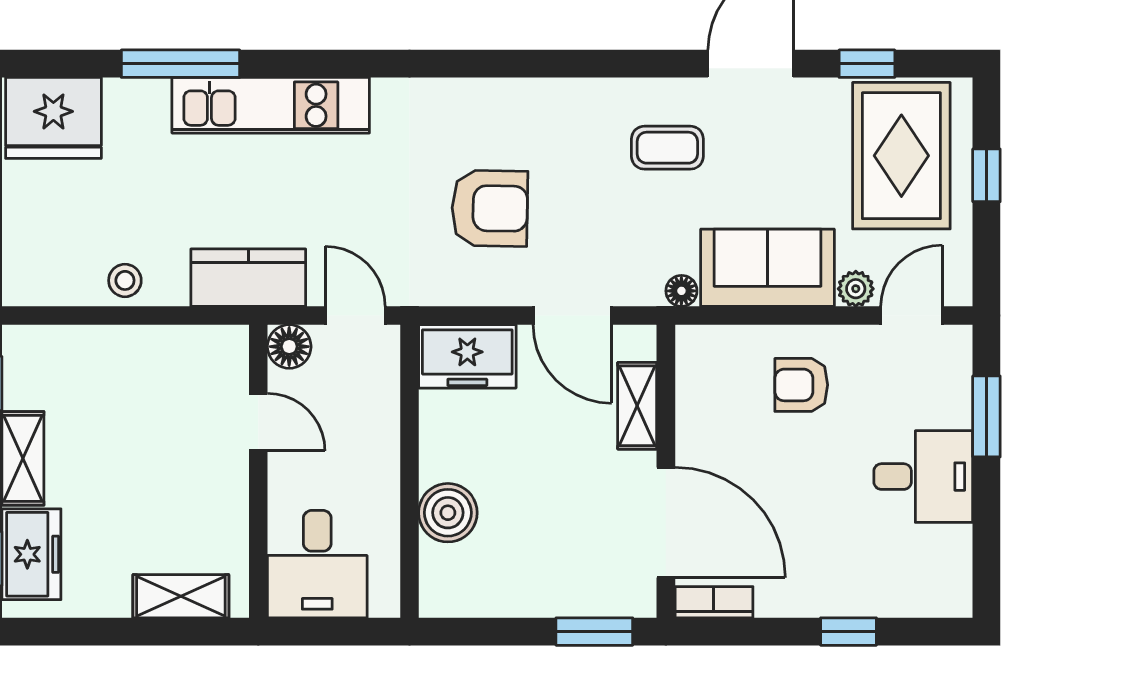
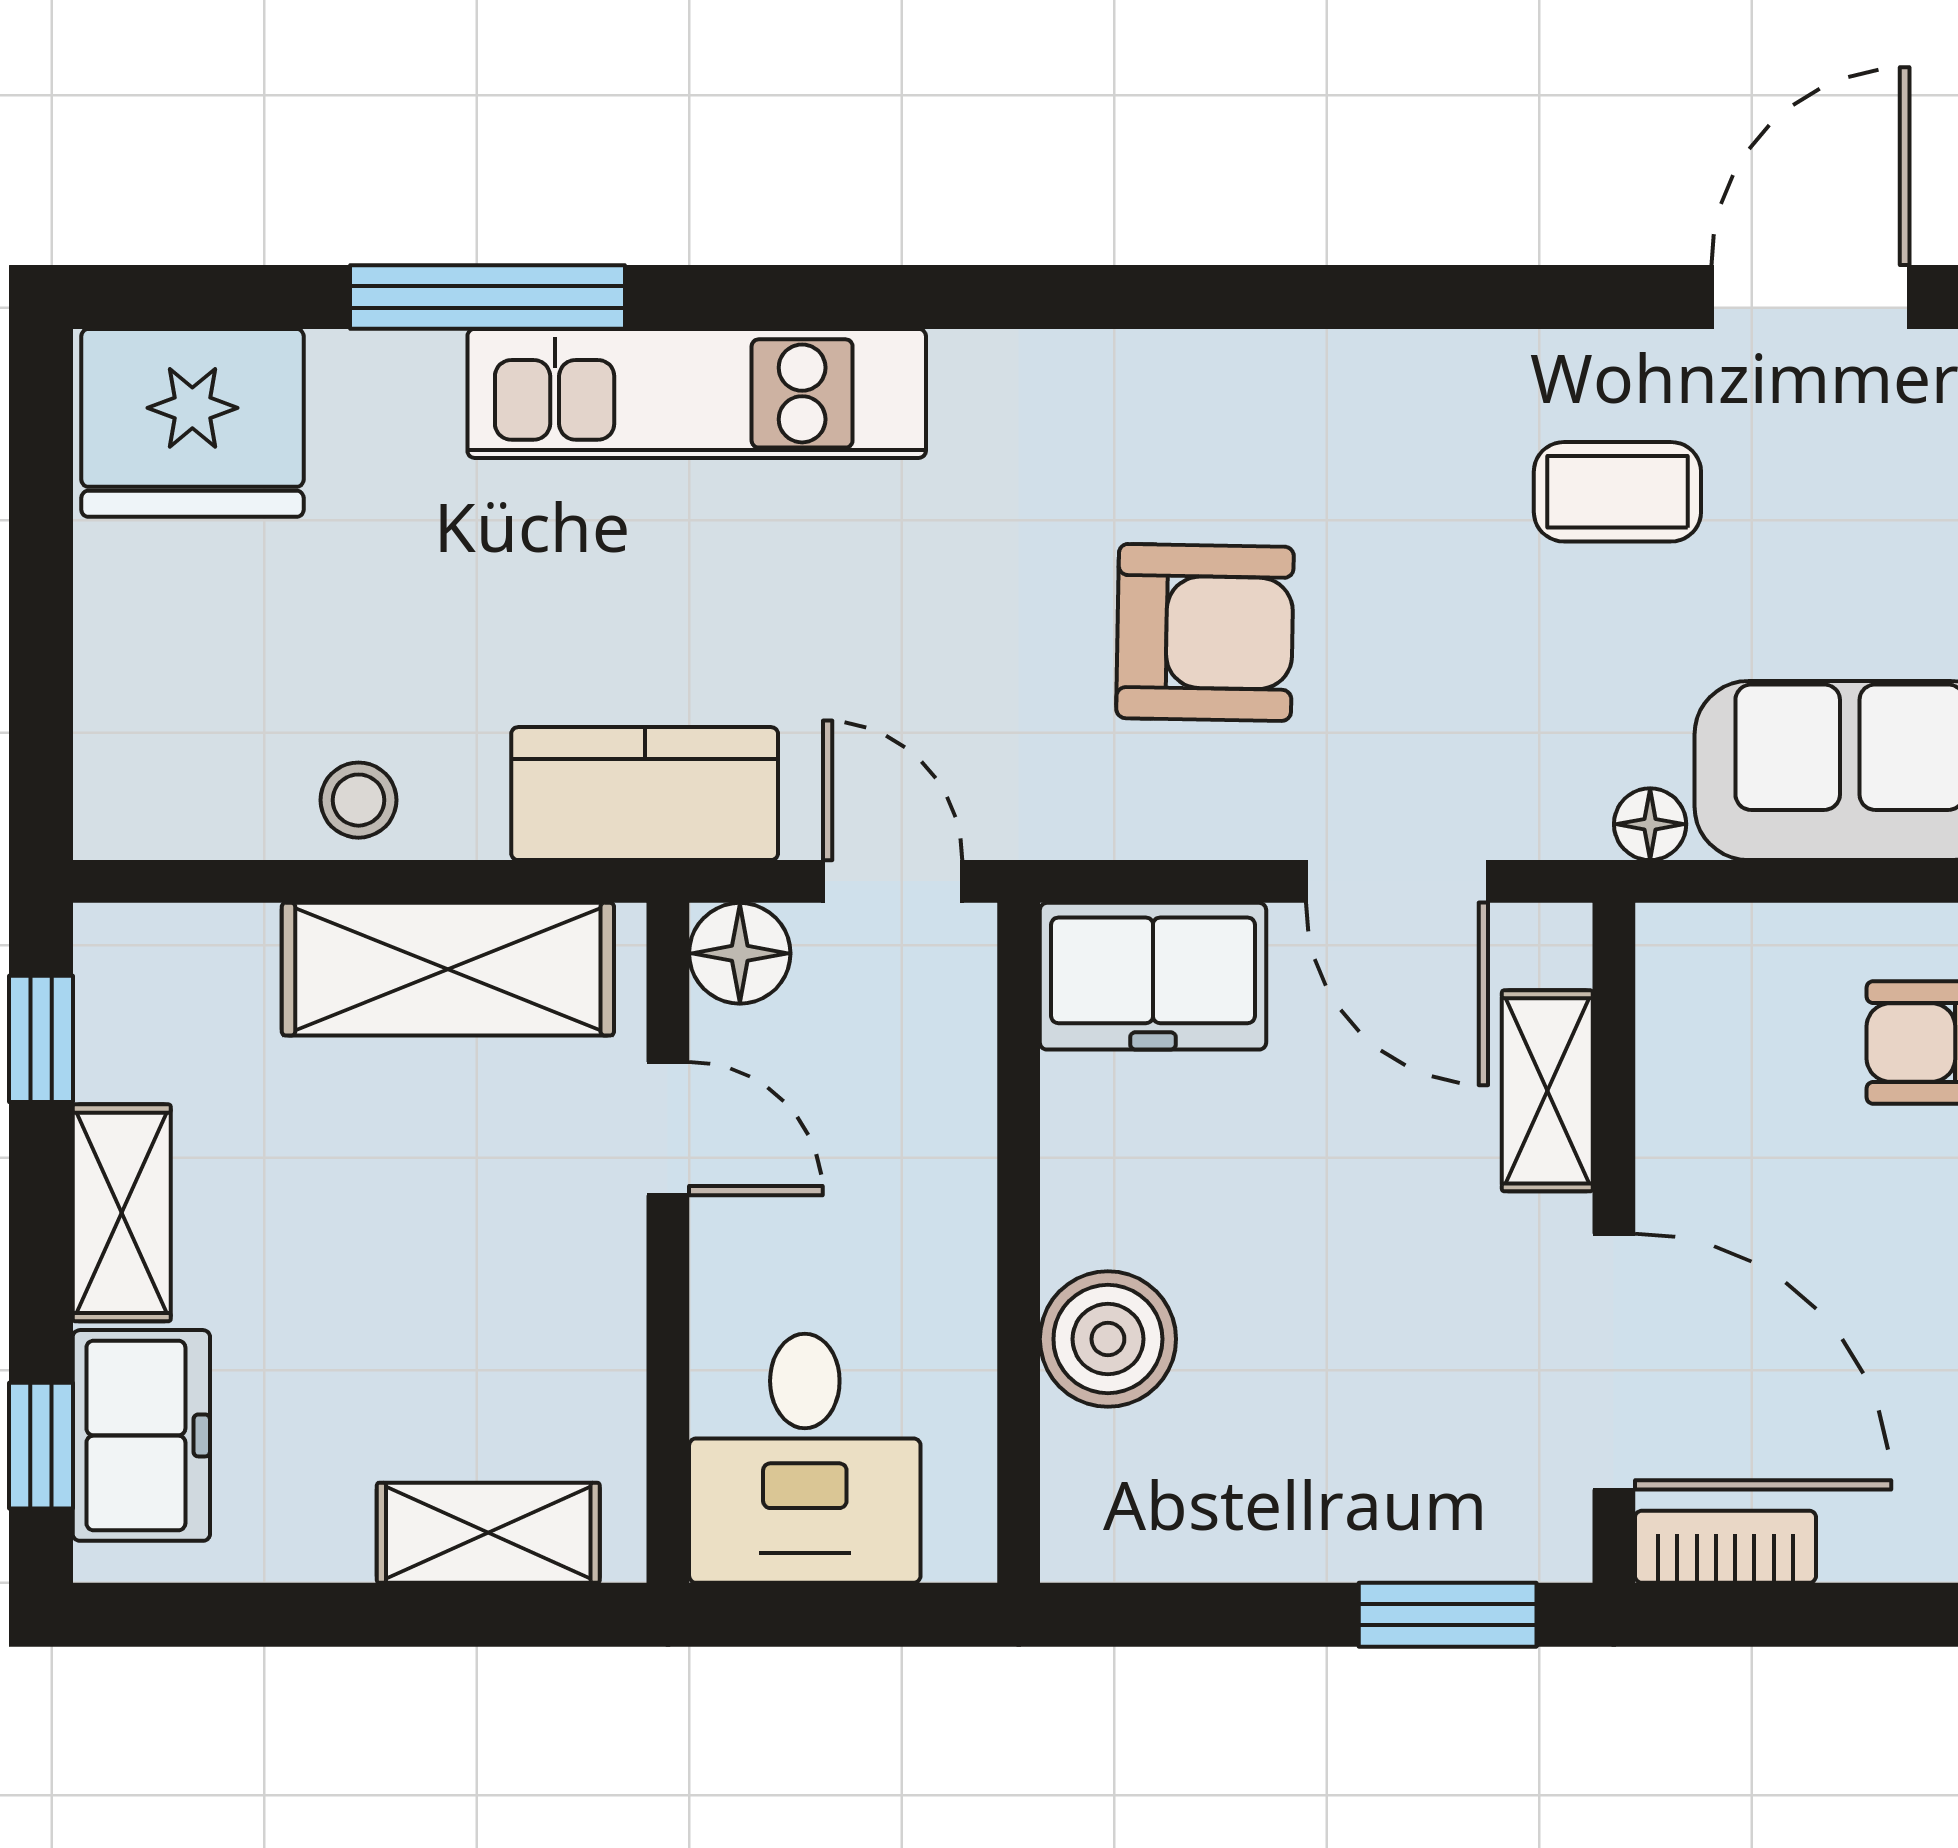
shelving: (163, 353) -> (448, 969), added

